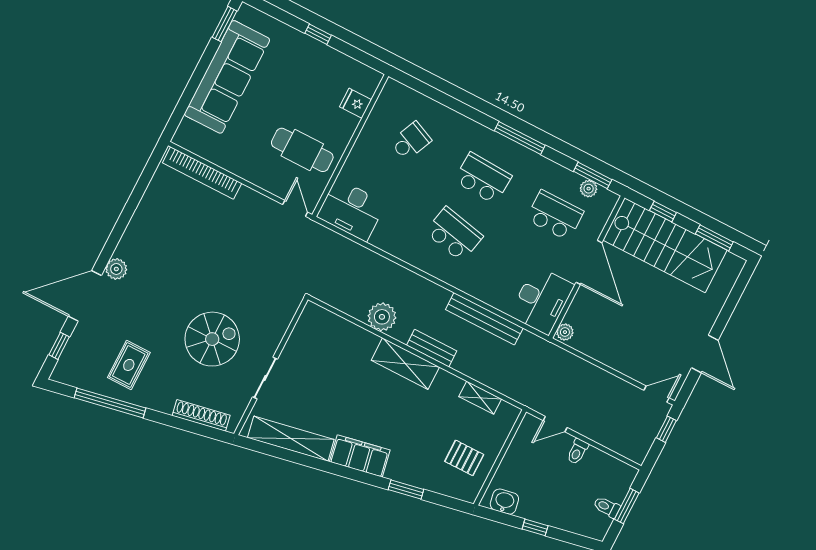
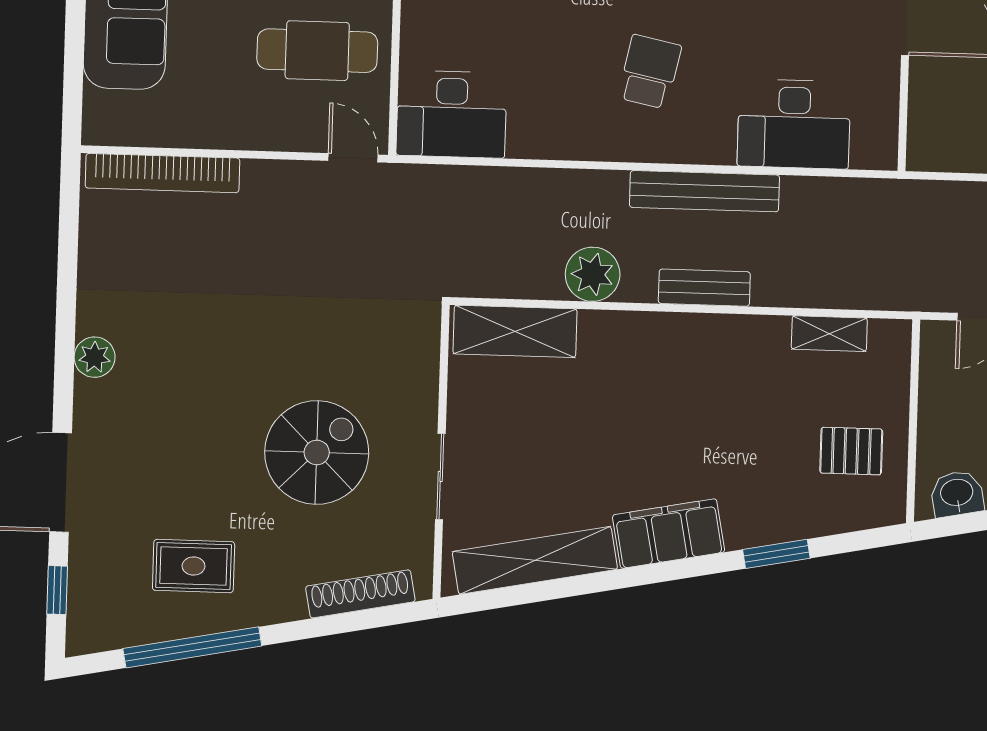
school desk: (454, 234) -> (650, 72), width x0.54
plant: (116, 269) -> (95, 357), moved
desk: (542, 300) -> (794, 124), moved, turned 90
bench: (484, 319) -> (704, 191), moved
plant: (565, 332) -> (922, 150), removed
shelving: (405, 364) -> (515, 331), moved
rug: (129, 365) -> (194, 566), turned 90

